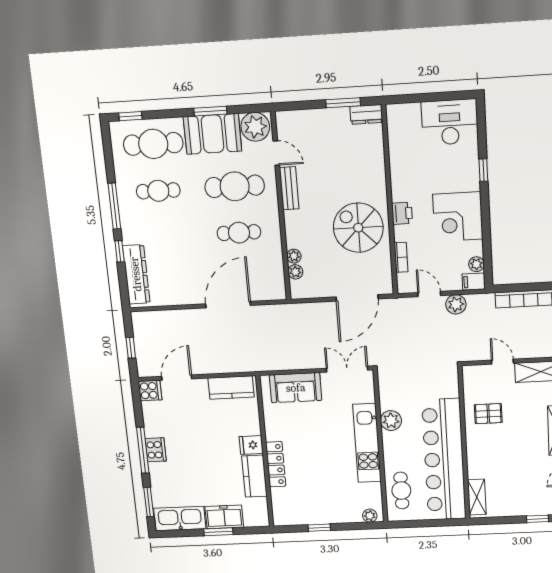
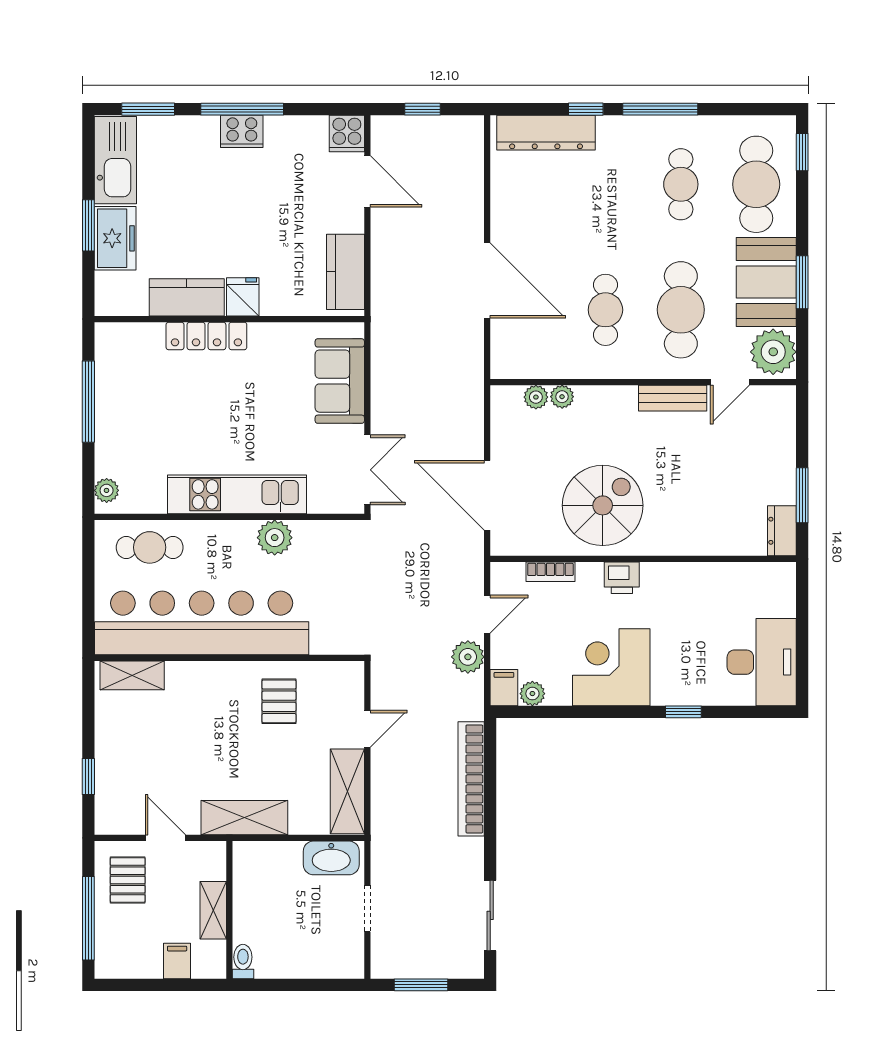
window: (319, 528) -> (88, 402), width x2.17

